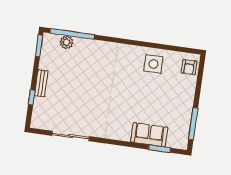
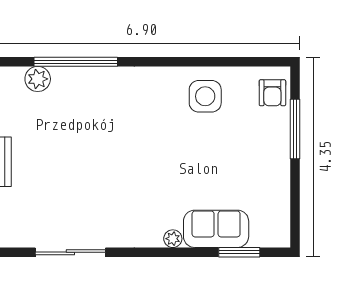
window: (72, 34) -> (76, 62), moved
window: (193, 124) -> (295, 129), moved
plant: (126, 137) -> (173, 239), added

